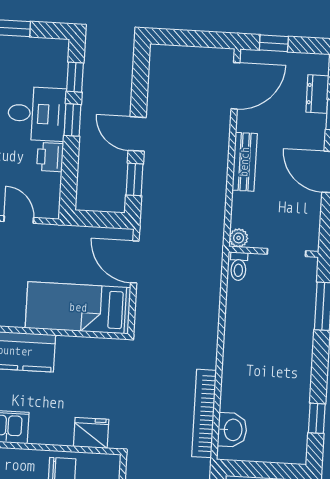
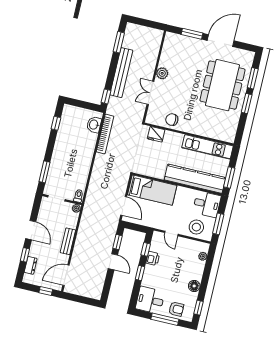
window: (75, 77) -> (146, 249), moved
desk: (37, 114) -> (150, 300), moved

